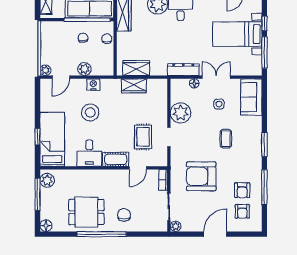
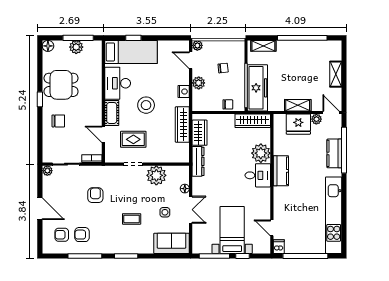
chair: (83, 38) -> (223, 68), moved
dresser: (183, 70) -> (198, 161), moved
wardrobe: (134, 86) -> (182, 125), width x1.50
stool: (90, 112) -> (146, 105), moved
desk: (89, 153) -> (118, 83), width x1.37
armchair: (201, 176) -> (95, 195), width x0.53, depth x0.53
plant: (47, 180) -> (76, 47), moved
dining table: (86, 212) -> (61, 85), turned 90
window: (102, 234) -> (40, 99), width x0.32

